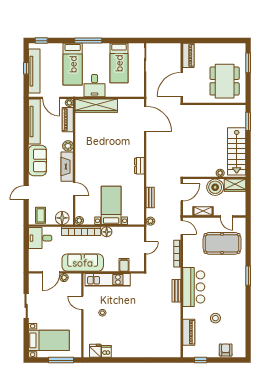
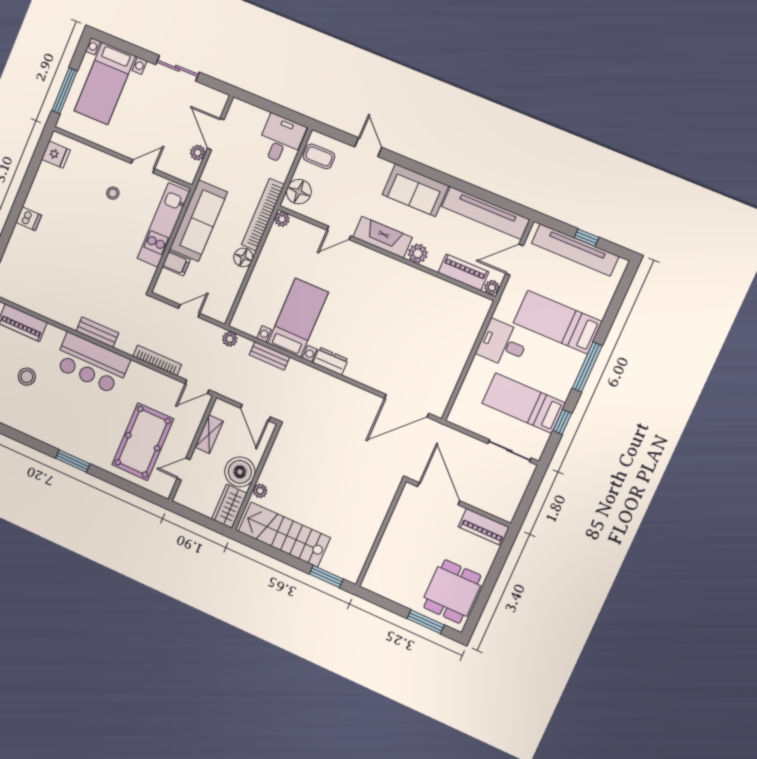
window: (41, 41) -> (562, 422), moved
dining table: (225, 81) -> (452, 592), moved, width x0.73
wardrobe: (96, 106) -> (466, 332), removed
bed with nightstands: (111, 205) -> (298, 318), moved, turned -90
door: (145, 248) -> (189, 311), swing flipped
sofa: (83, 263) -> (199, 221), moved
dishwasher: (106, 351) -> (29, 219), moved

